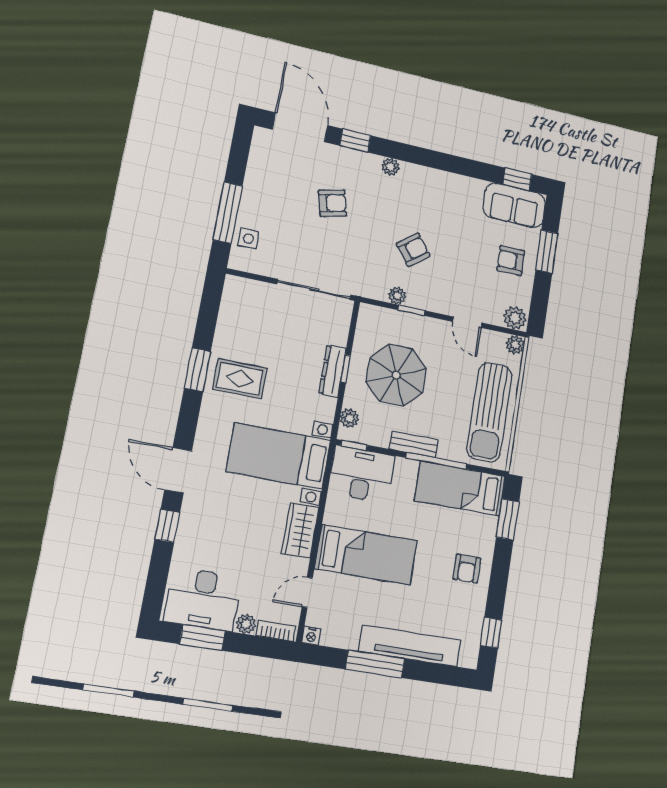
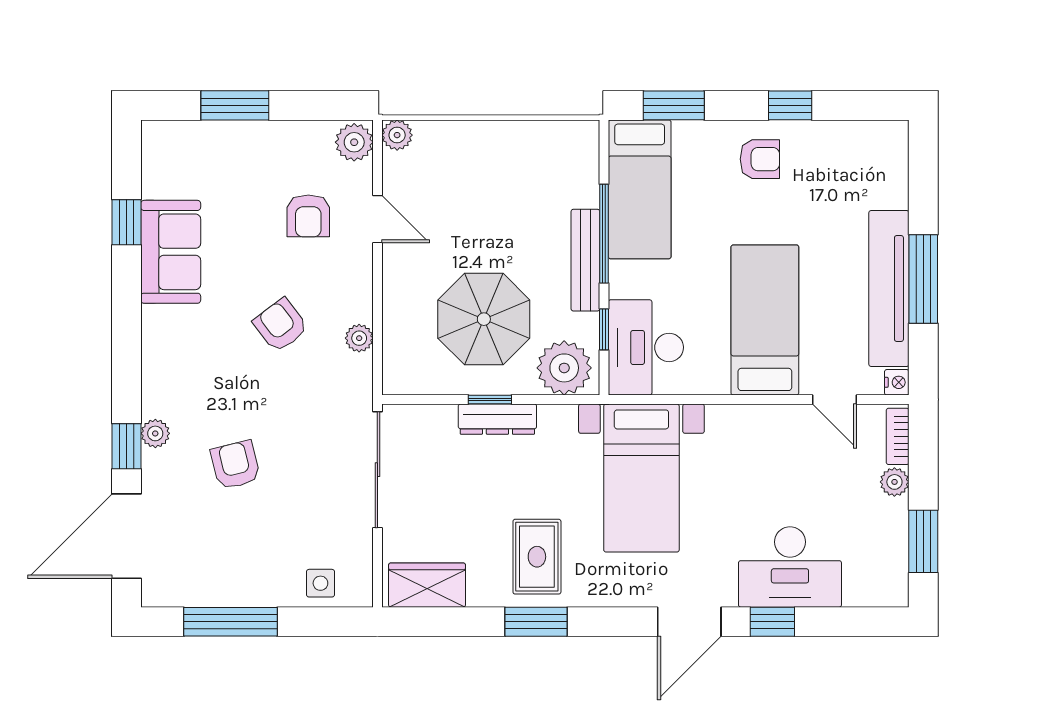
plant: (391, 167) -> (155, 433), moved
window: (517, 179) -> (126, 222), moved
sofa: (514, 205) -> (171, 252), moved
window: (228, 213) -> (230, 622), moved
armchair: (511, 261) -> (308, 216), moved
window: (411, 310) -> (377, 312), removed
door: (467, 322) -> (377, 219), hinge flipped
sun lounger: (489, 412) -> (512, 161), removed
plant: (349, 418) -> (564, 368), width x1.88, depth x1.88
bench: (414, 444) -> (585, 260), width x1.36
window: (354, 445) -> (604, 329), moved
wardrobe: (300, 530) -> (427, 585), moved, turned 180
desk: (203, 599) -> (790, 567), moved, turned 90
window: (491, 633) -> (790, 105), moved
tv unit: (410, 646) -> (889, 289), moved

